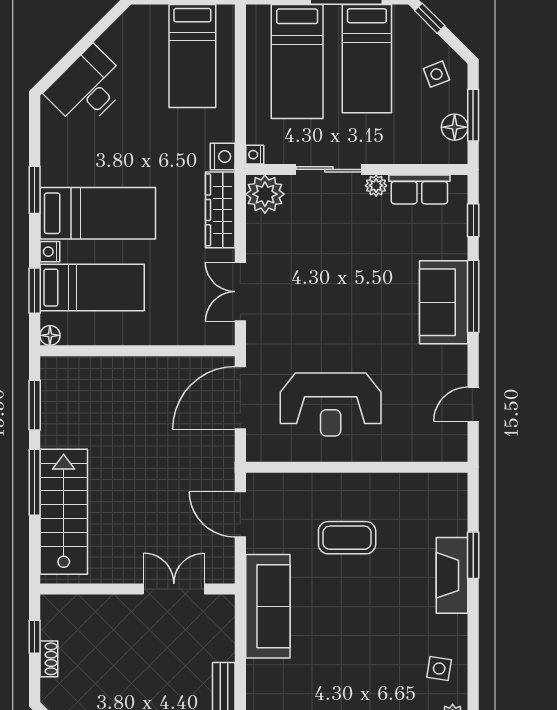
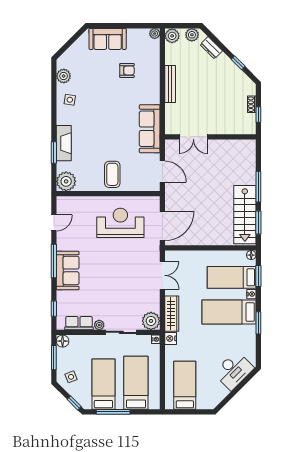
floor lamp: (455, 127) -> (63, 341), moved
window: (473, 296) -> (54, 261), moved
plant: (447, 493) -> (66, 181), added
stairs: (64, 512) -> (245, 215), moved
coffee table: (347, 538) -> (112, 174), moved, turned 90

